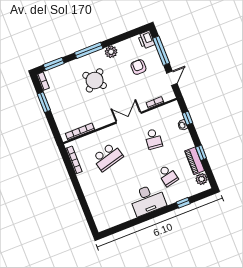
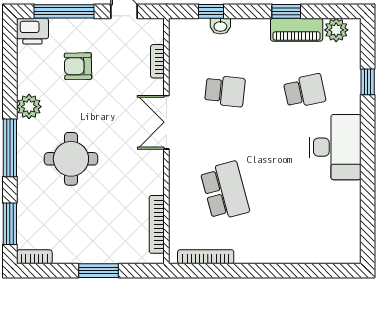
round table: (95, 80) -> (71, 159), turned 38
window: (44, 102) -> (99, 271), moved

